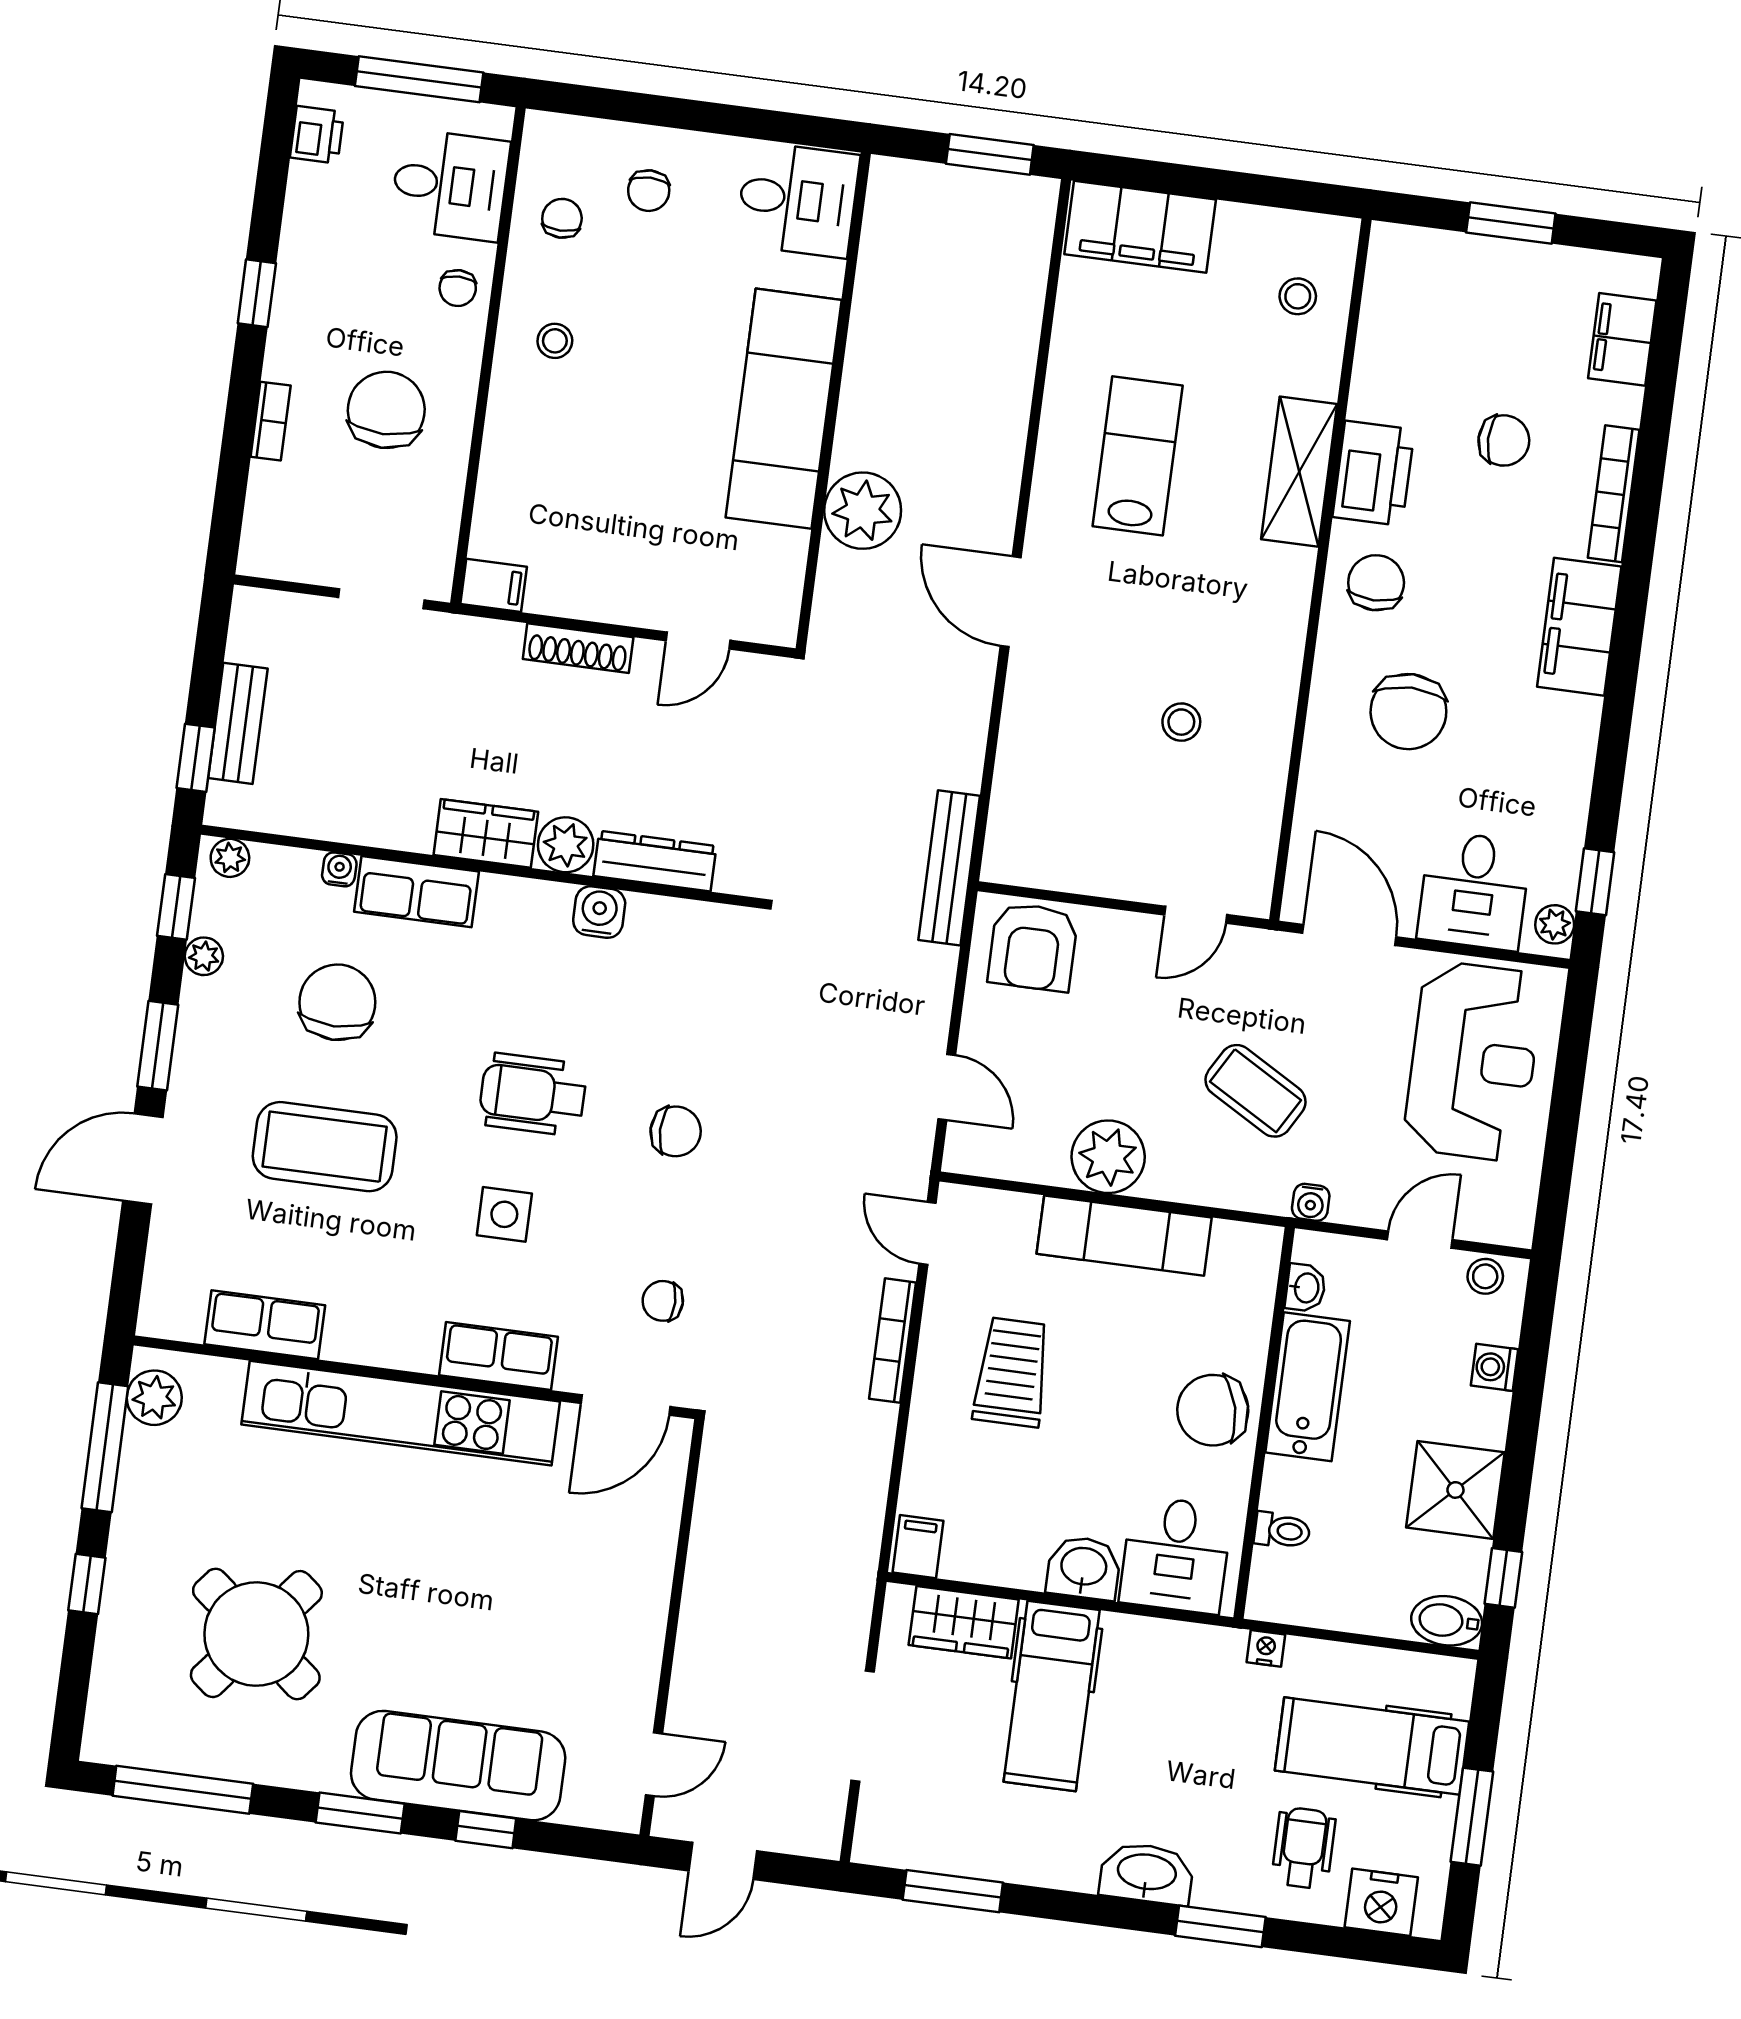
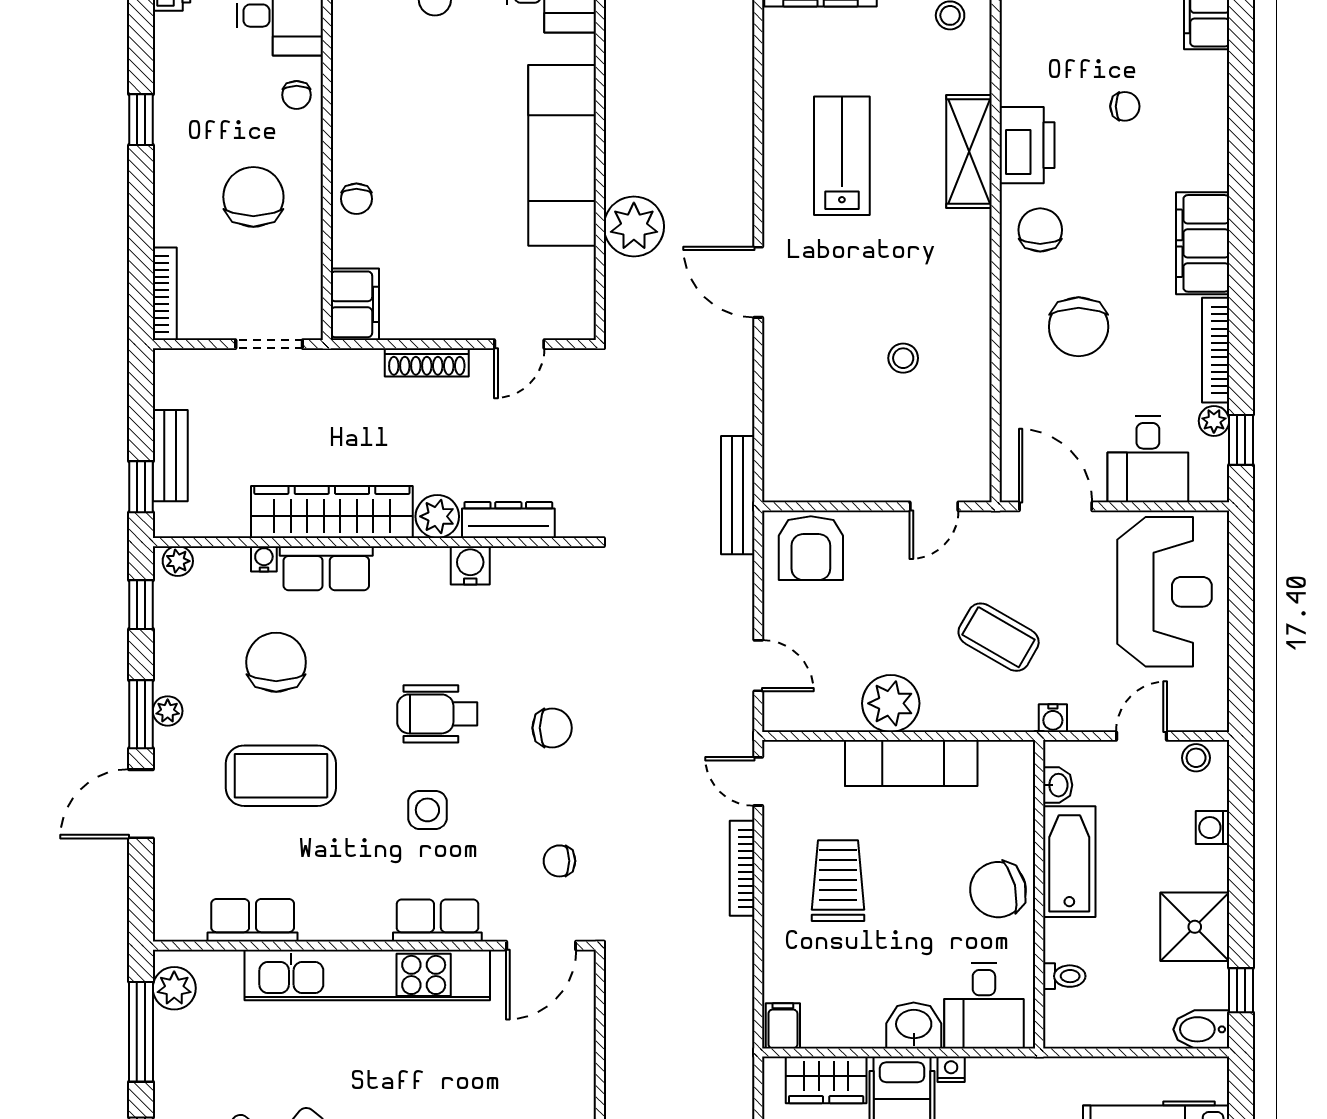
chair: (562, 218) -> (356, 199), moved, turned 180
stool: (555, 341) -> (377, 126), removed
bookcase: (271, 421) -> (165, 294), moved, width x1.56
chair: (1504, 440) -> (1125, 106), width x0.73, depth x0.73
bookcase: (1614, 494) -> (1216, 350), moved
filing cabinet: (494, 585) -> (355, 304), width x2.00
wardrobe: (486, 833) -> (332, 512), width x2.10, depth x1.17
plant: (1555, 924) -> (1214, 421), moved
plant: (204, 956) -> (168, 711), moved
nightstand: (1266, 1648) -> (951, 1069), moved

